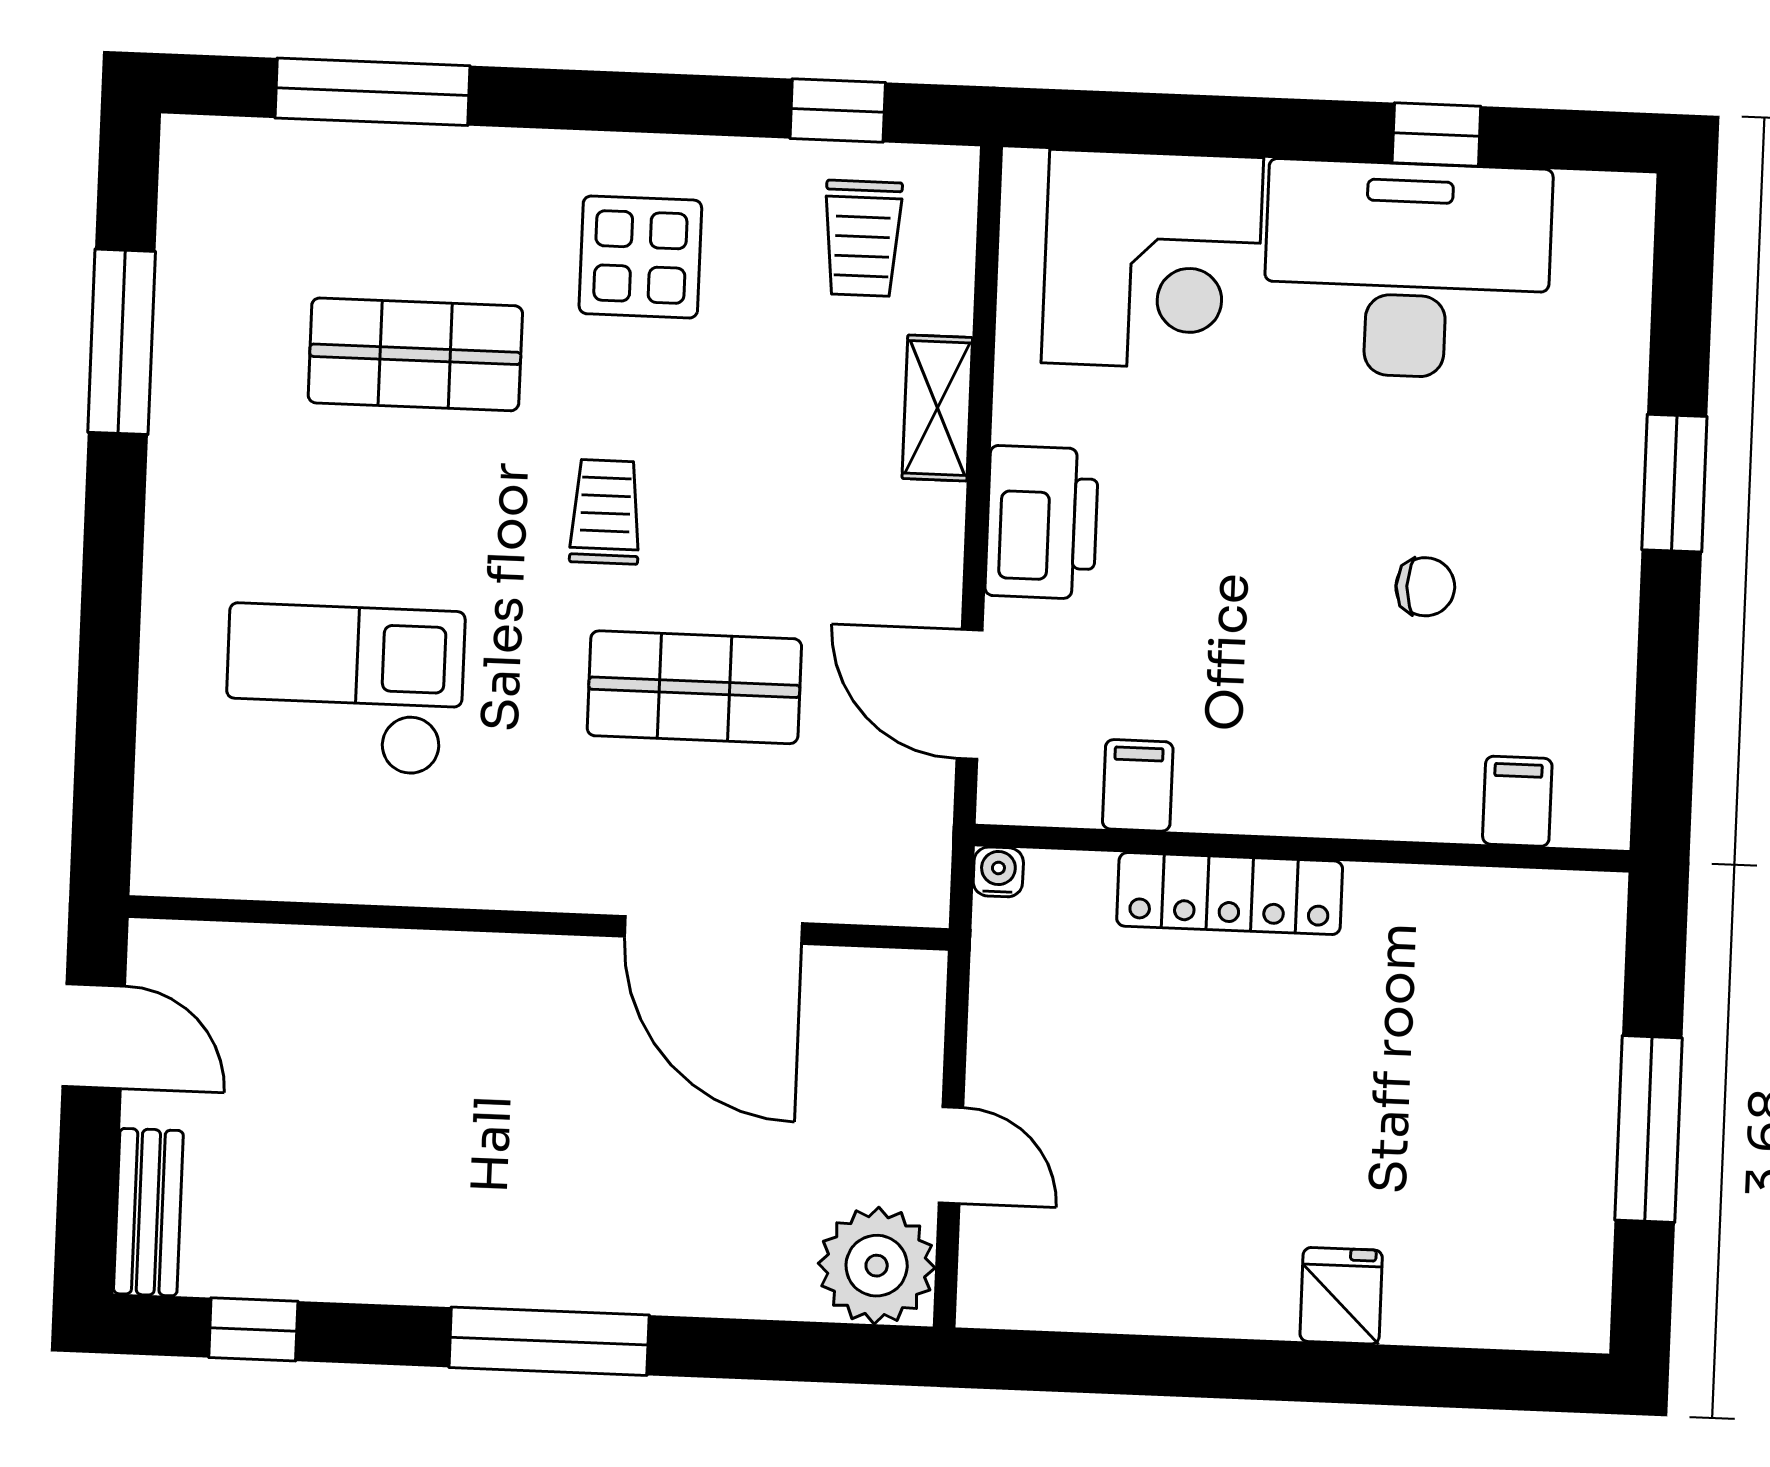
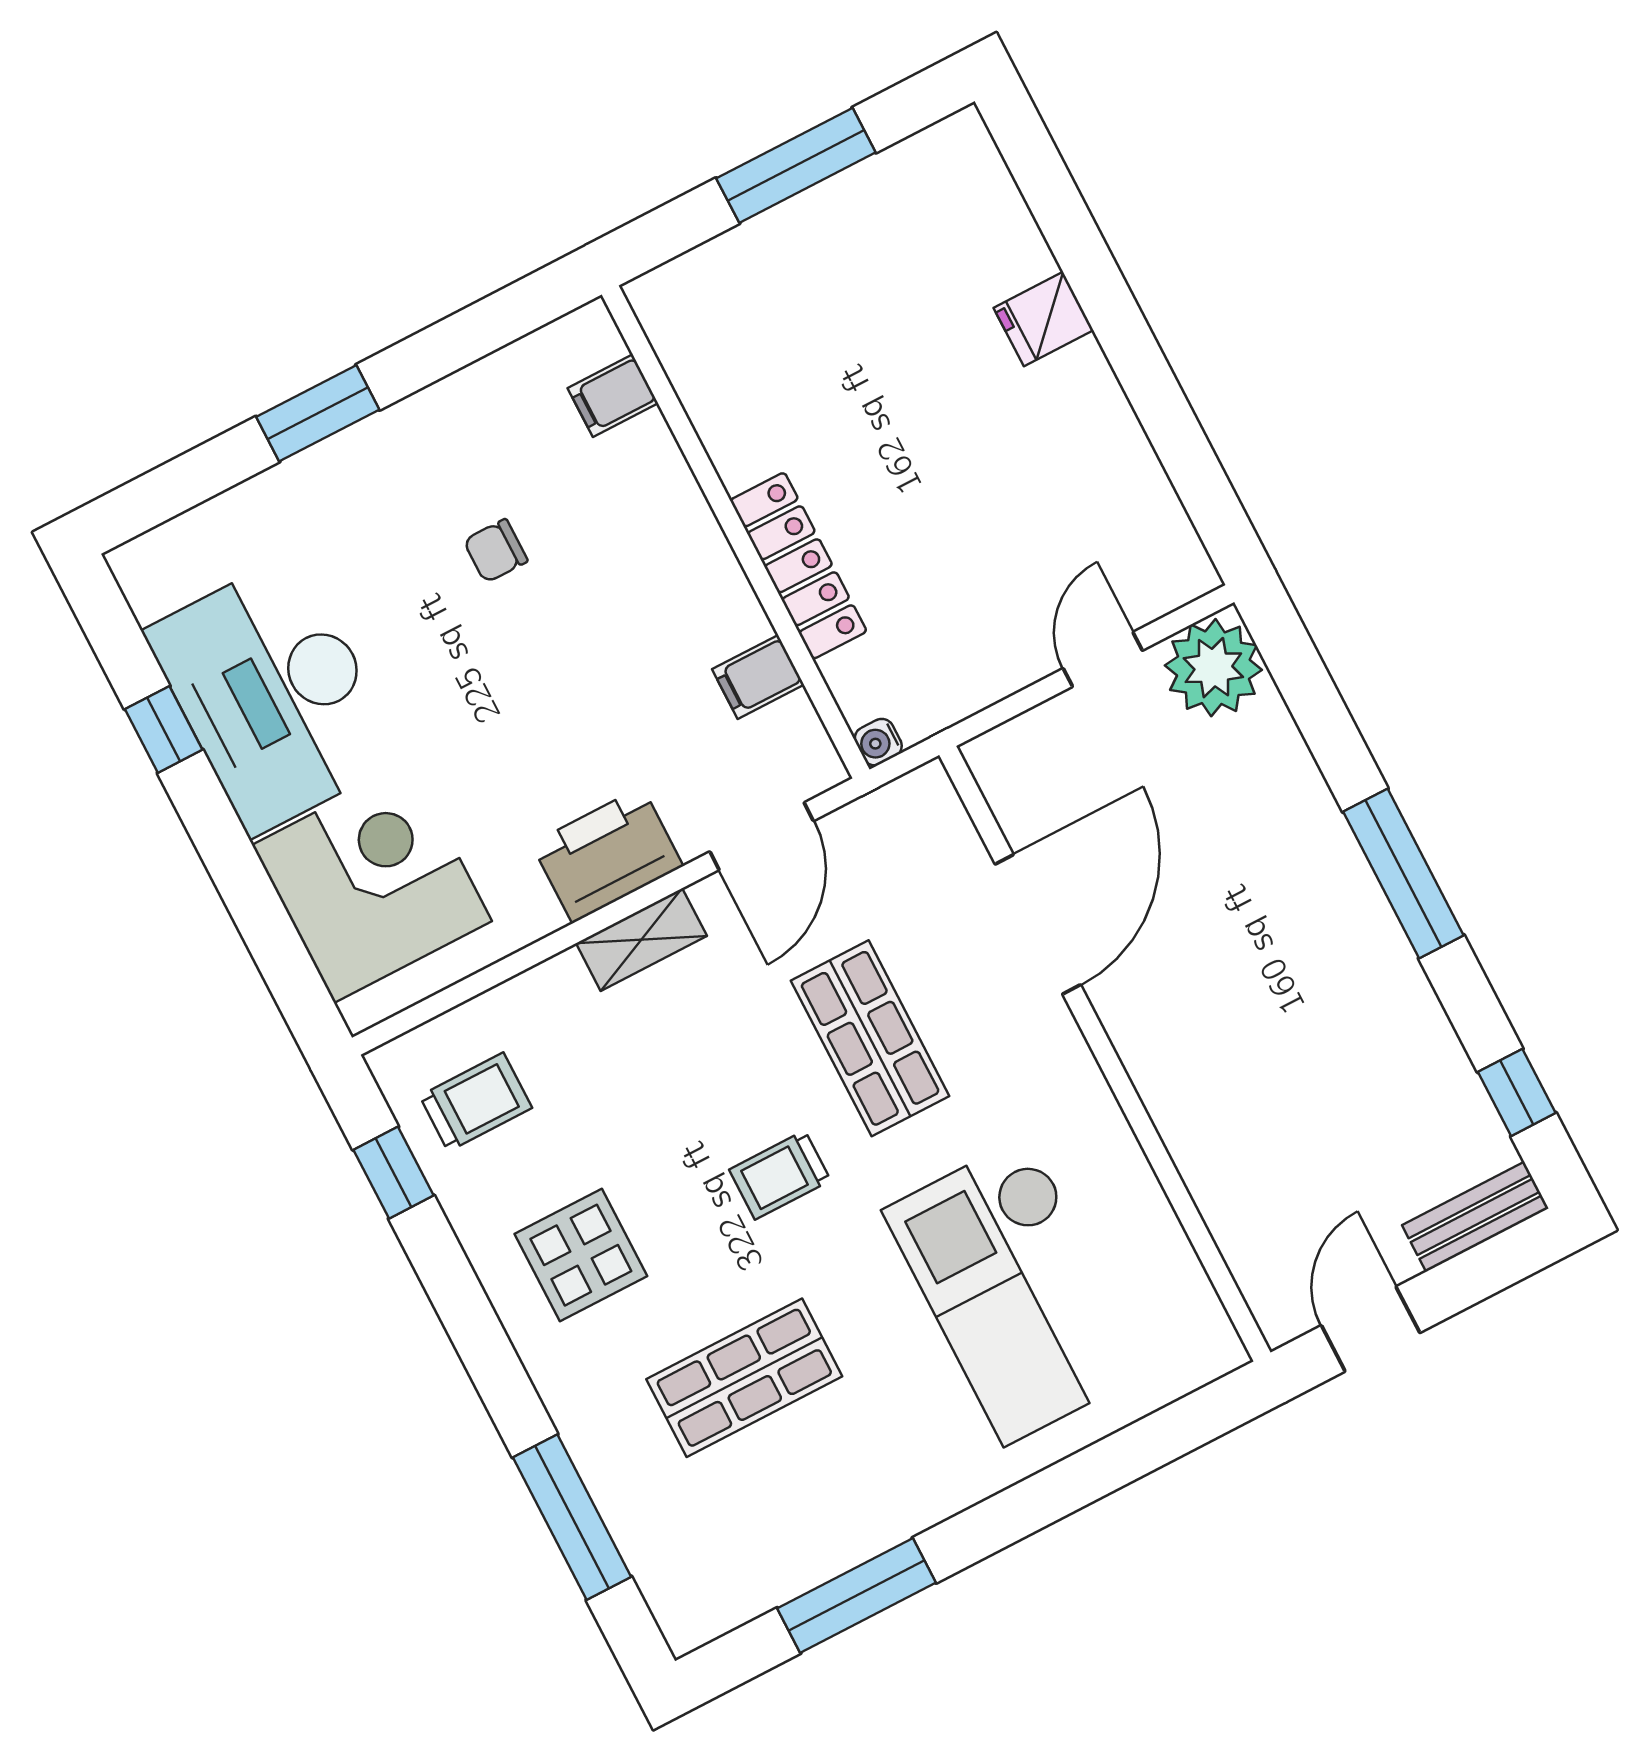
shop shelf: (415, 354) -> (744, 1378), turned 90
shelving: (937, 408) -> (641, 940), moved
chair: (1425, 587) -> (496, 551), turned -90
checkout: (345, 690) -> (1016, 1291), width x1.36, depth x1.21

